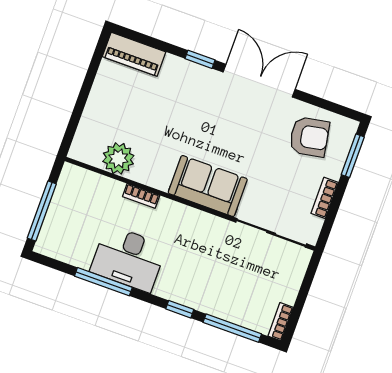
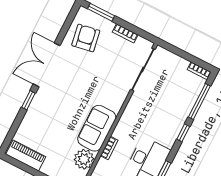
piano: (134, 54) -> (26, 155), moved, turned -90
sofa: (208, 186) -> (97, 128), moved

